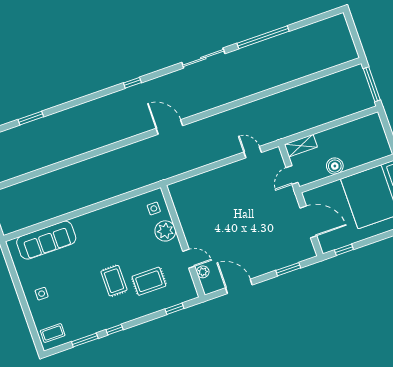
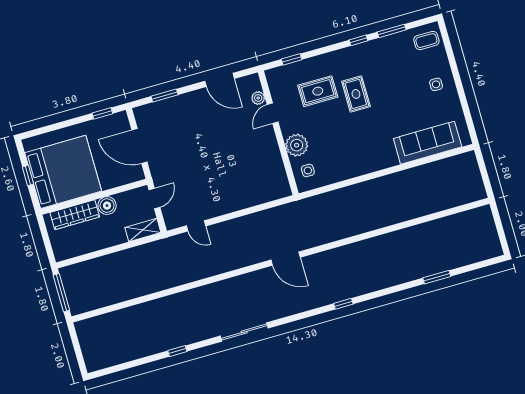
window: (263, 37) -> (177, 351), width x0.32
window: (132, 83) -> (343, 304), moved
wardrobe: (364, 156) -> (75, 215), added
door: (189, 259) -> (273, 113), hinge flipped

